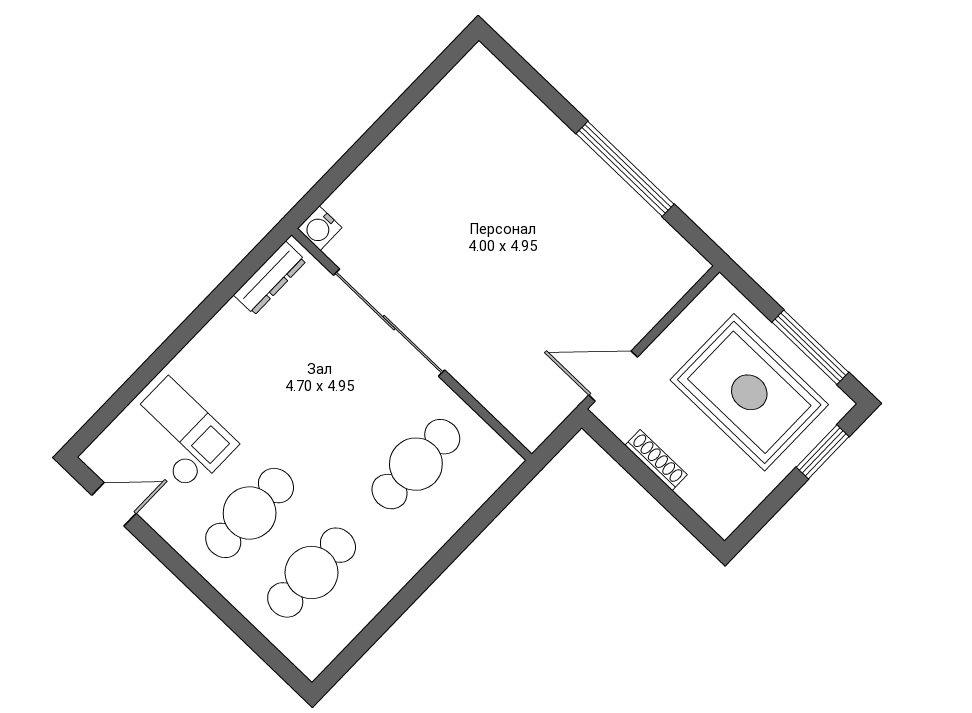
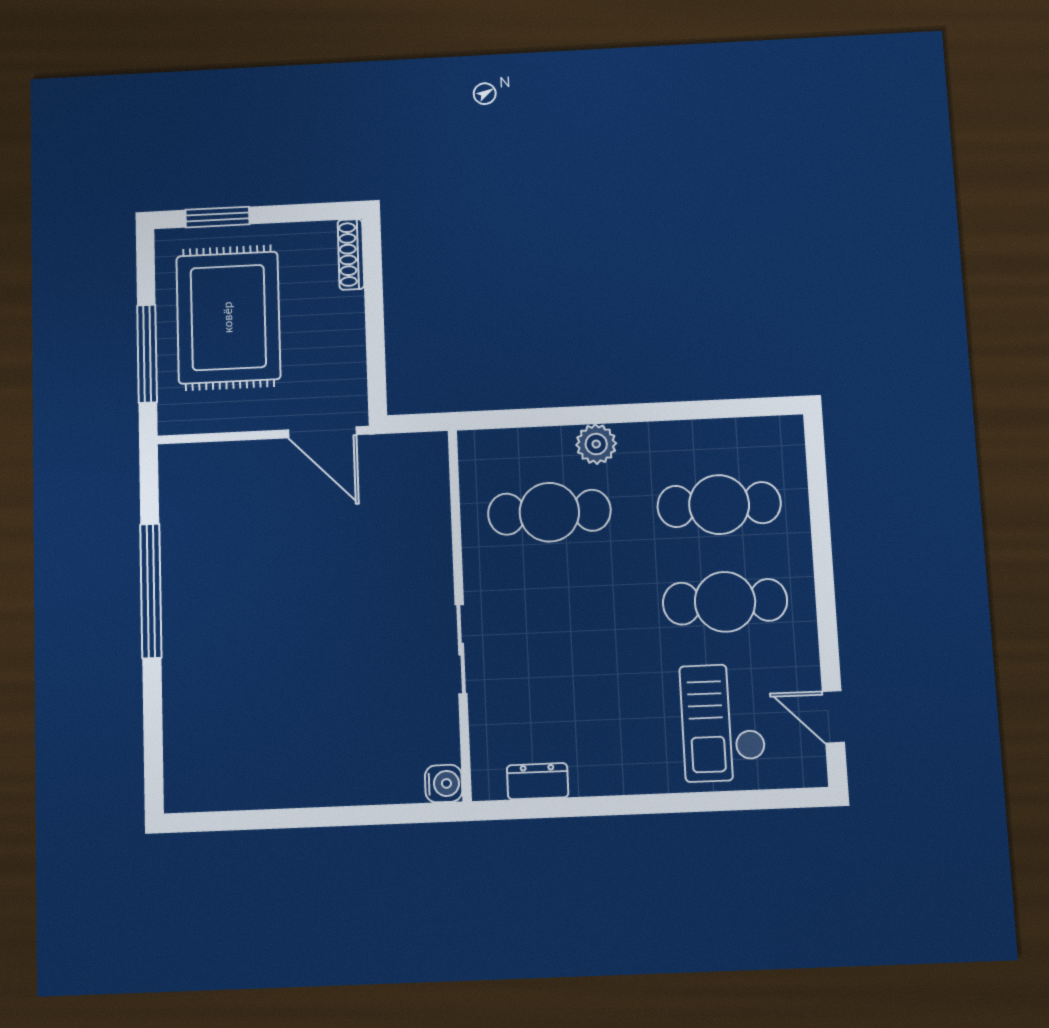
dresser: (270, 278) -> (538, 781), width x0.70
sliding door: (389, 323) -> (461, 649), width x0.54
window: (810, 347) -> (147, 354), moved
shoe rack: (656, 460) -> (351, 254), moved
plant: (428, 537) -> (596, 444), added

